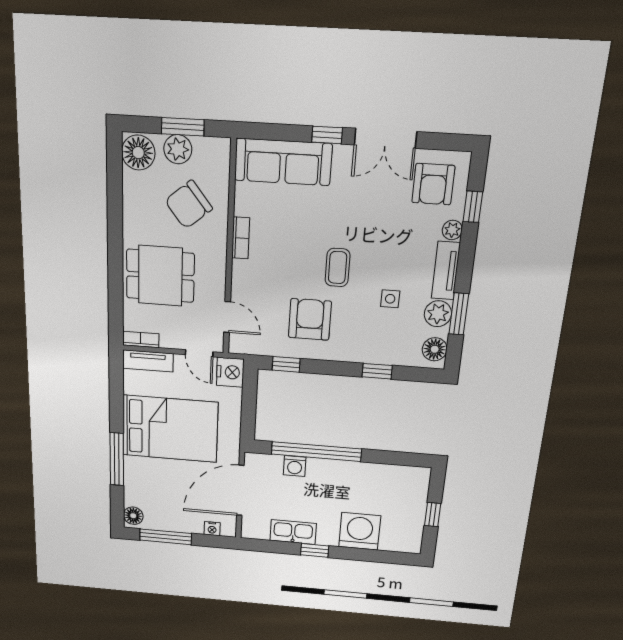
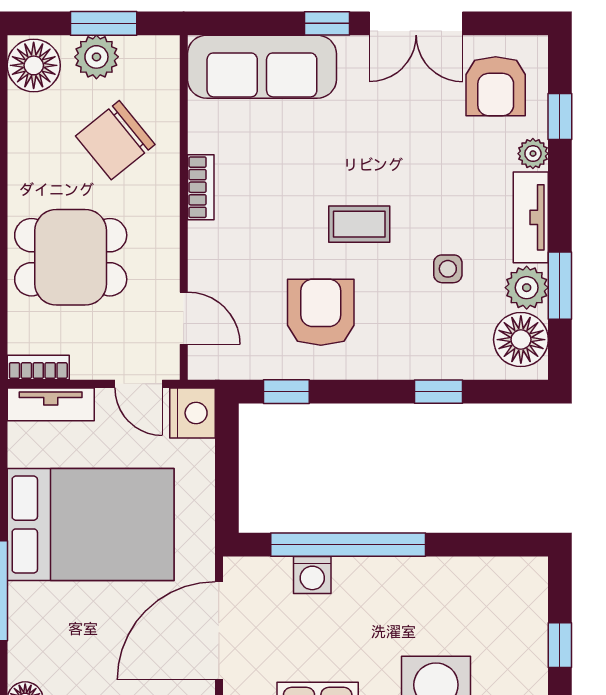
coffee table: (338, 268) -> (359, 224), turned 90
floor lamp: (435, 349) -> (521, 340), width x1.38, depth x1.38

